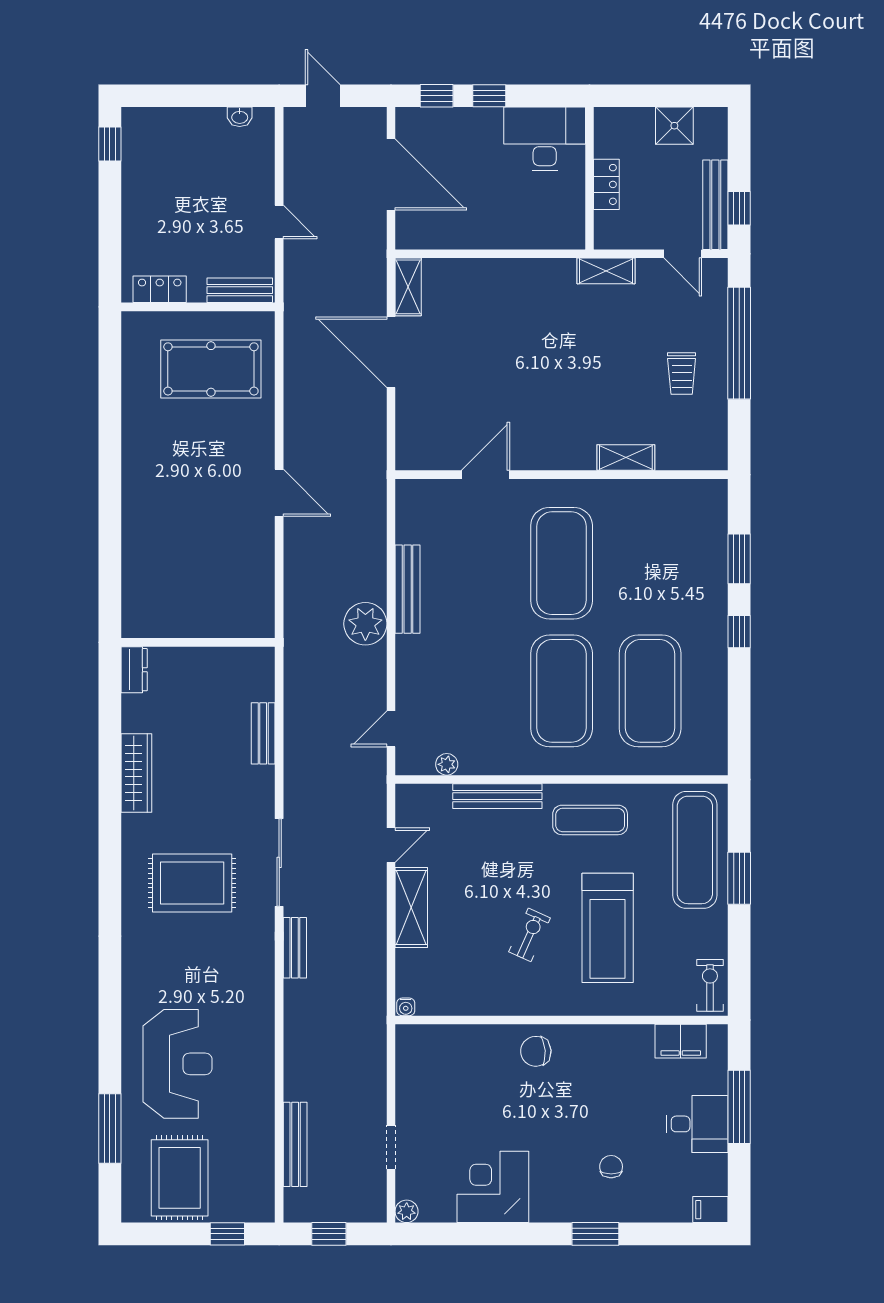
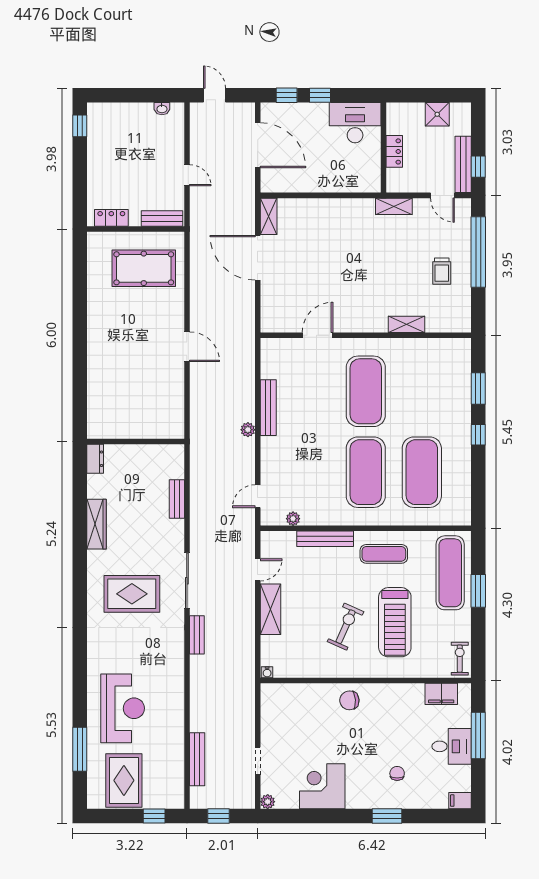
plant: (365, 624) -> (248, 430), width x0.53, depth x0.53
exercise bike: (530, 935) -> (346, 627), width x1.38, depth x1.39

